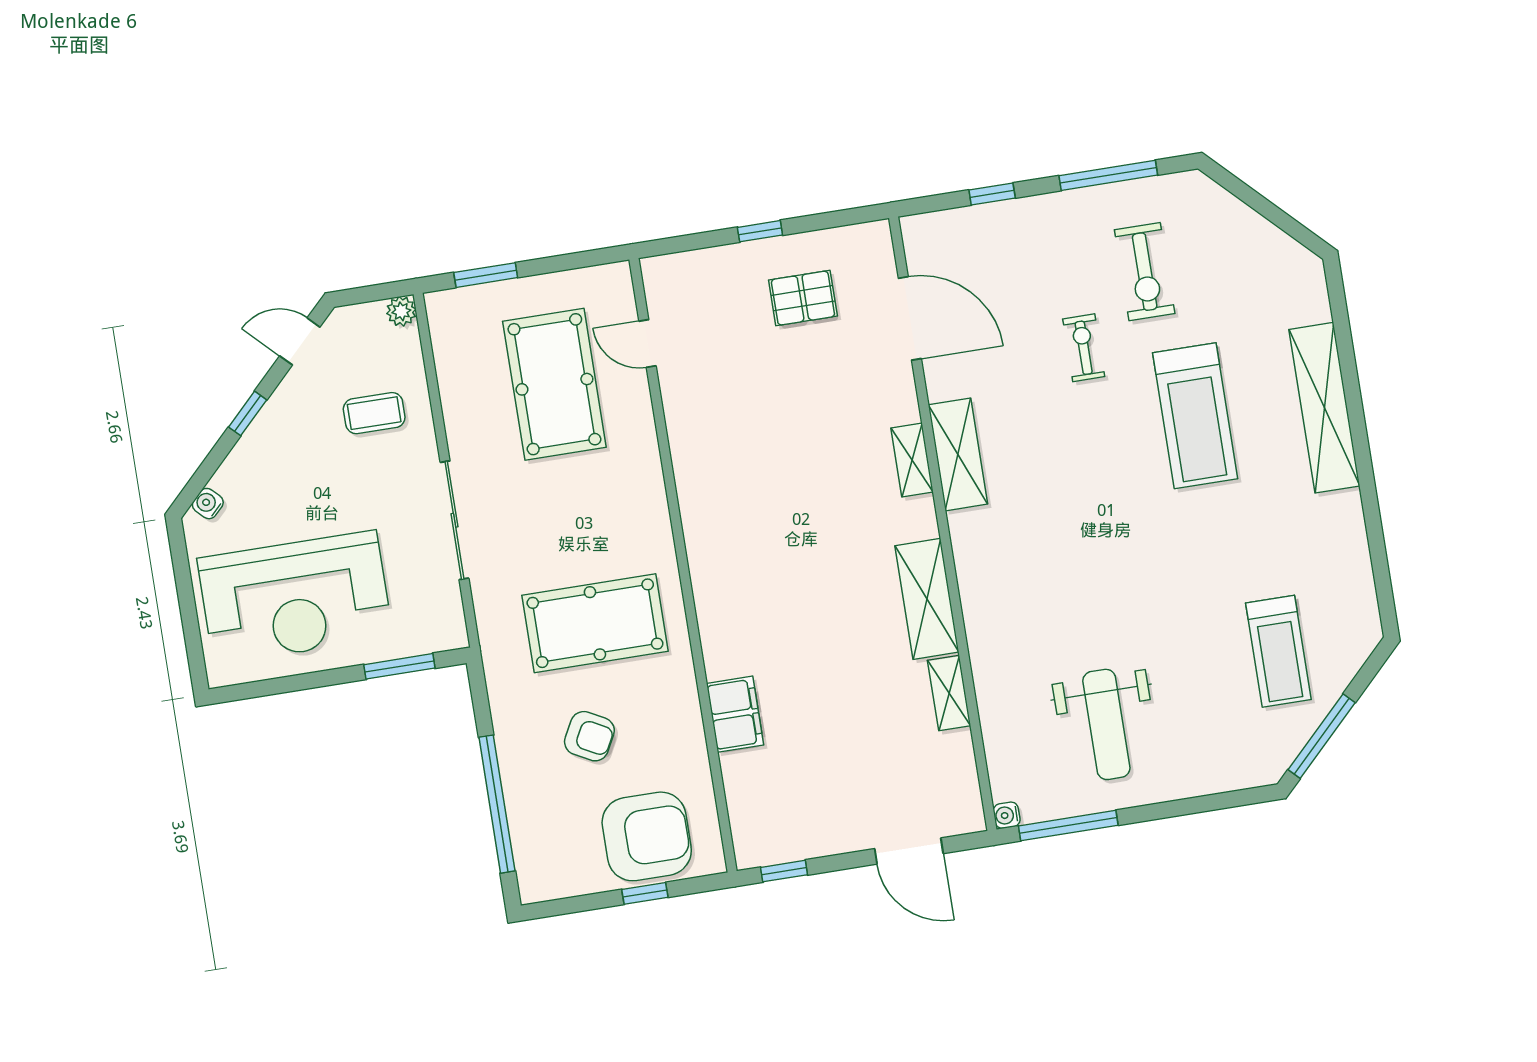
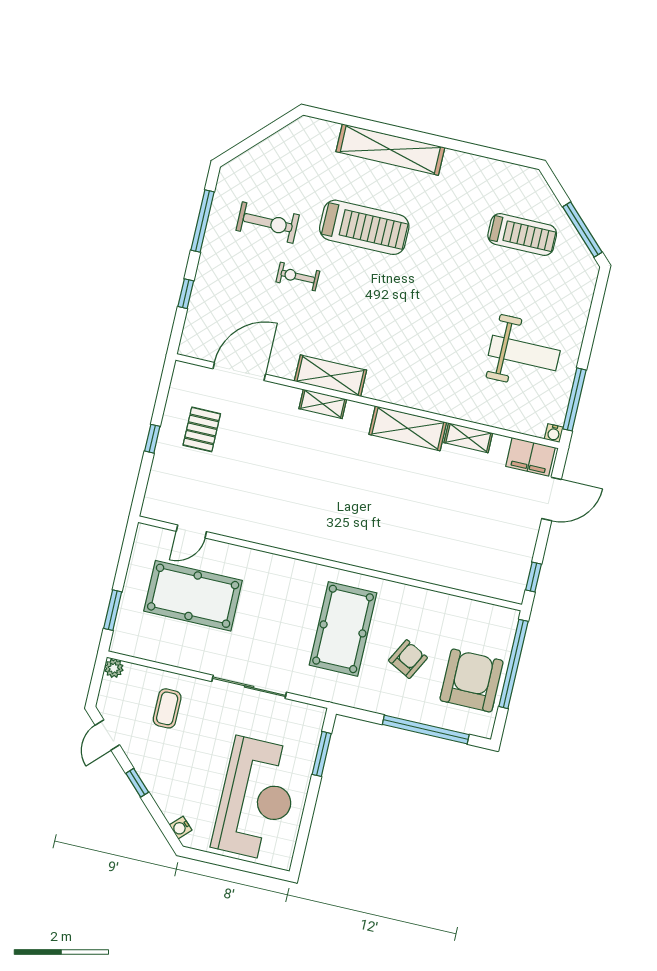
filing cabinet: (735, 714) -> (530, 457), moved, turned 180
armchair: (647, 836) -> (472, 681), moved
window: (645, 893) -> (513, 664), width x3.17

